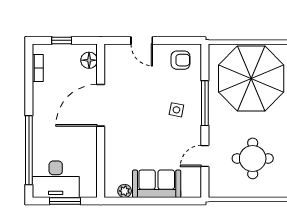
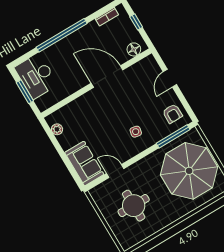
window: (205, 103) -> (173, 136), moved
window: (29, 150) -> (62, 35), moved
sofa: (157, 184) -> (84, 163), moved

